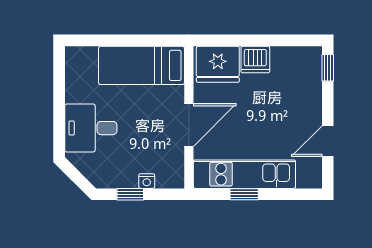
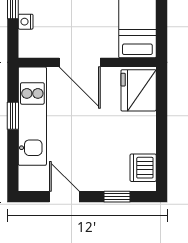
dishwasher: (255, 60) -> (143, 168), moved
window: (328, 68) -> (117, 197), moved

